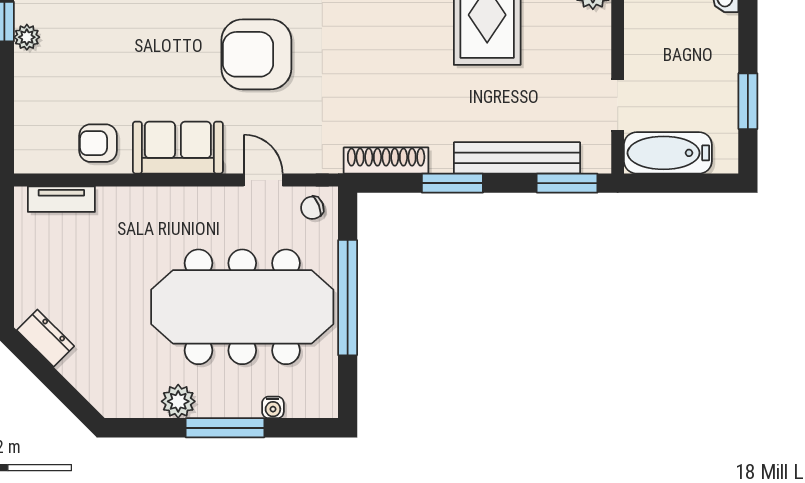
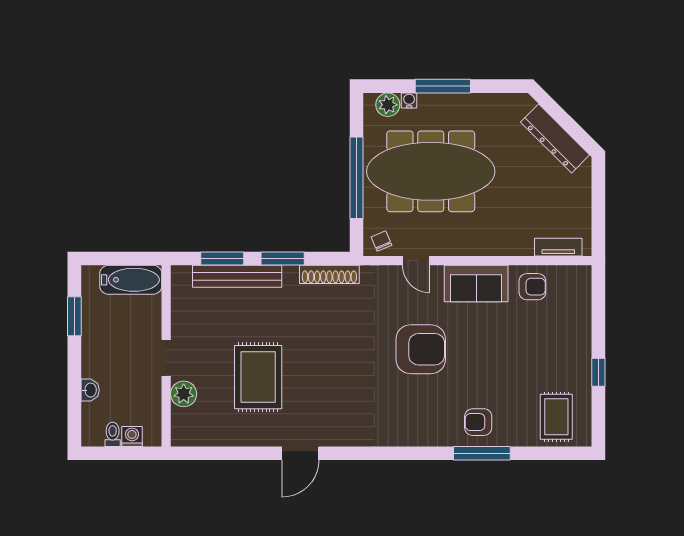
plant: (27, 37) -> (583, 361), removed
doorway: (618, 105) -> (166, 358), moved
window: (567, 183) -> (222, 258), moved
chair: (312, 208) -> (381, 241), turned -91
dresser: (45, 338) -> (555, 139), width x1.96, depth x1.24
plant: (178, 401) -> (388, 105), moved

